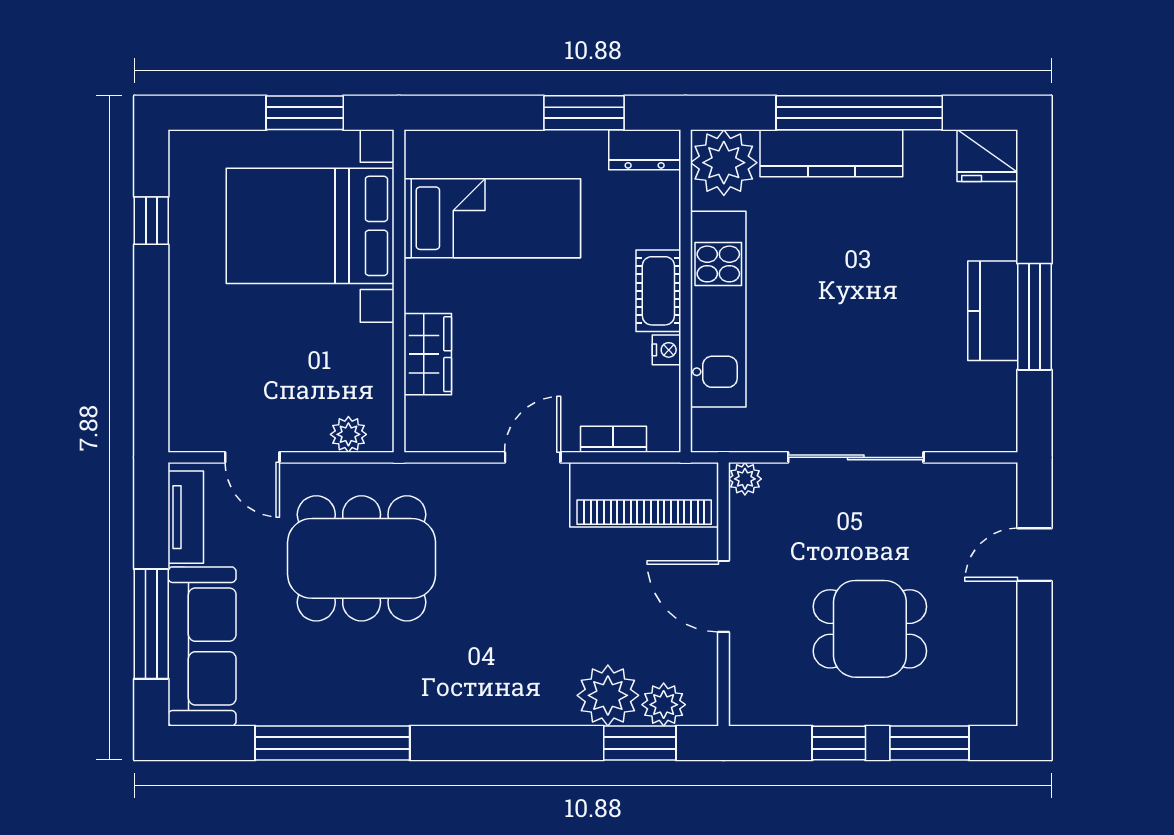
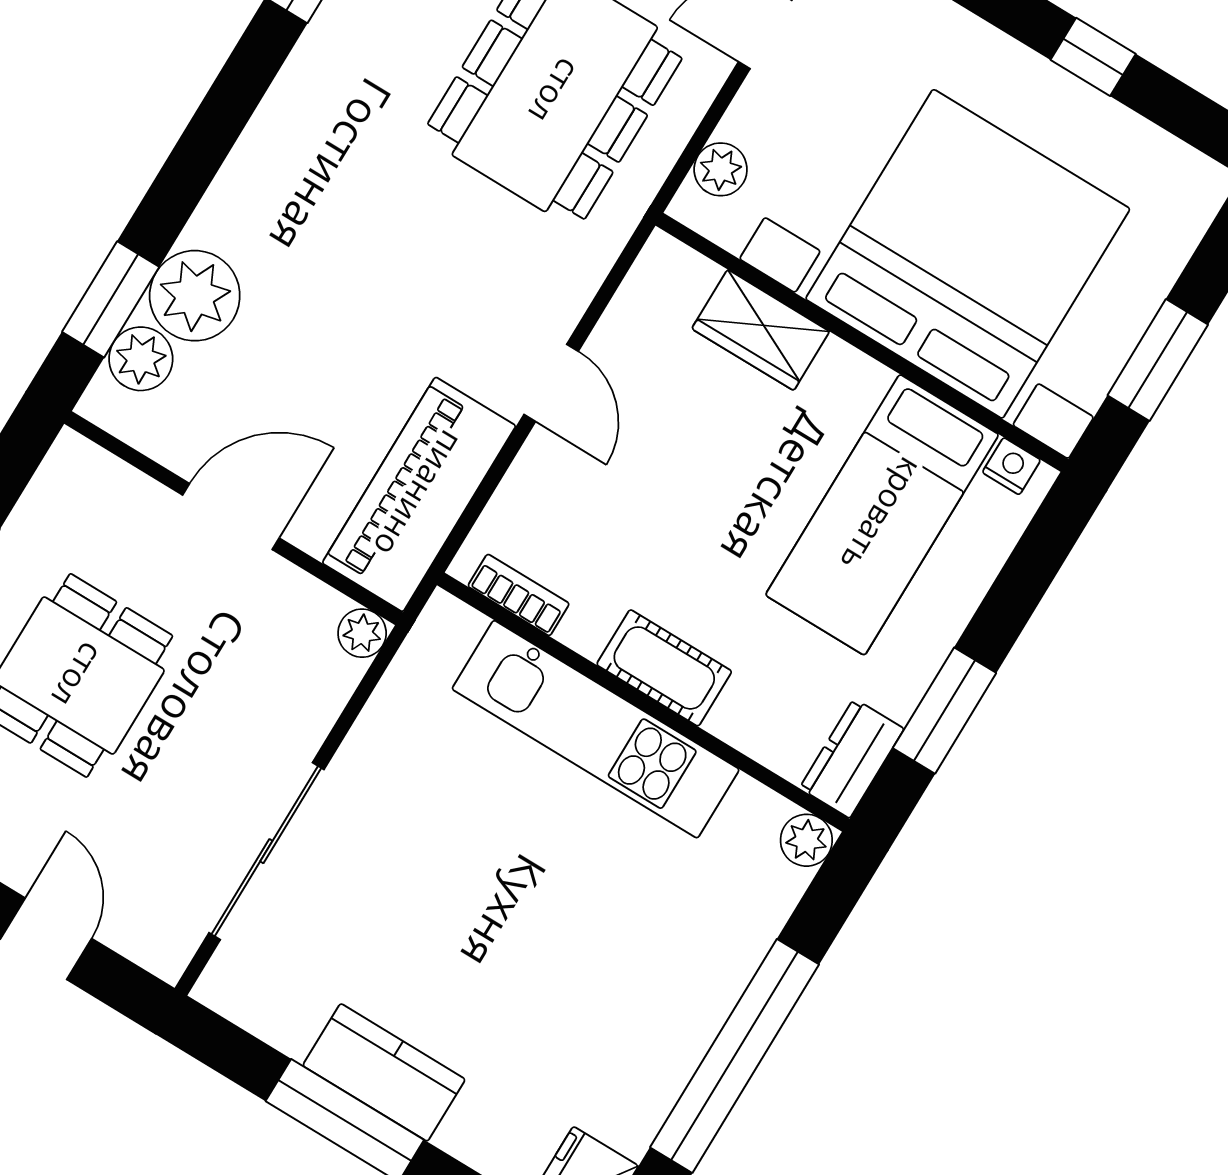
kitchen counter: (831, 153) -> (705, 990), removed
plant: (724, 163) -> (806, 840), width x0.53, depth x0.53
window: (151, 221) -> (1093, 57), moved
bed with nightstands: (310, 226) -> (968, 254), width x1.36
nightstand: (666, 350) -> (1011, 466), moved, turned 180
bookcase: (613, 439) -> (519, 595), moved, turned -90
sliding door: (856, 457) -> (266, 851), moved

